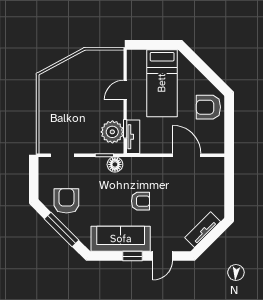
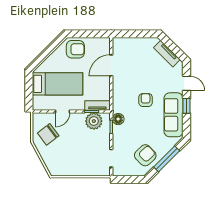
chair: (94, 71) -> (48, 134), added
door: (125, 90) -> (62, 111), hinge flipped
armchair: (208, 107) -> (75, 49), turned -90
armchair: (66, 201) -> (145, 155), turned 136

